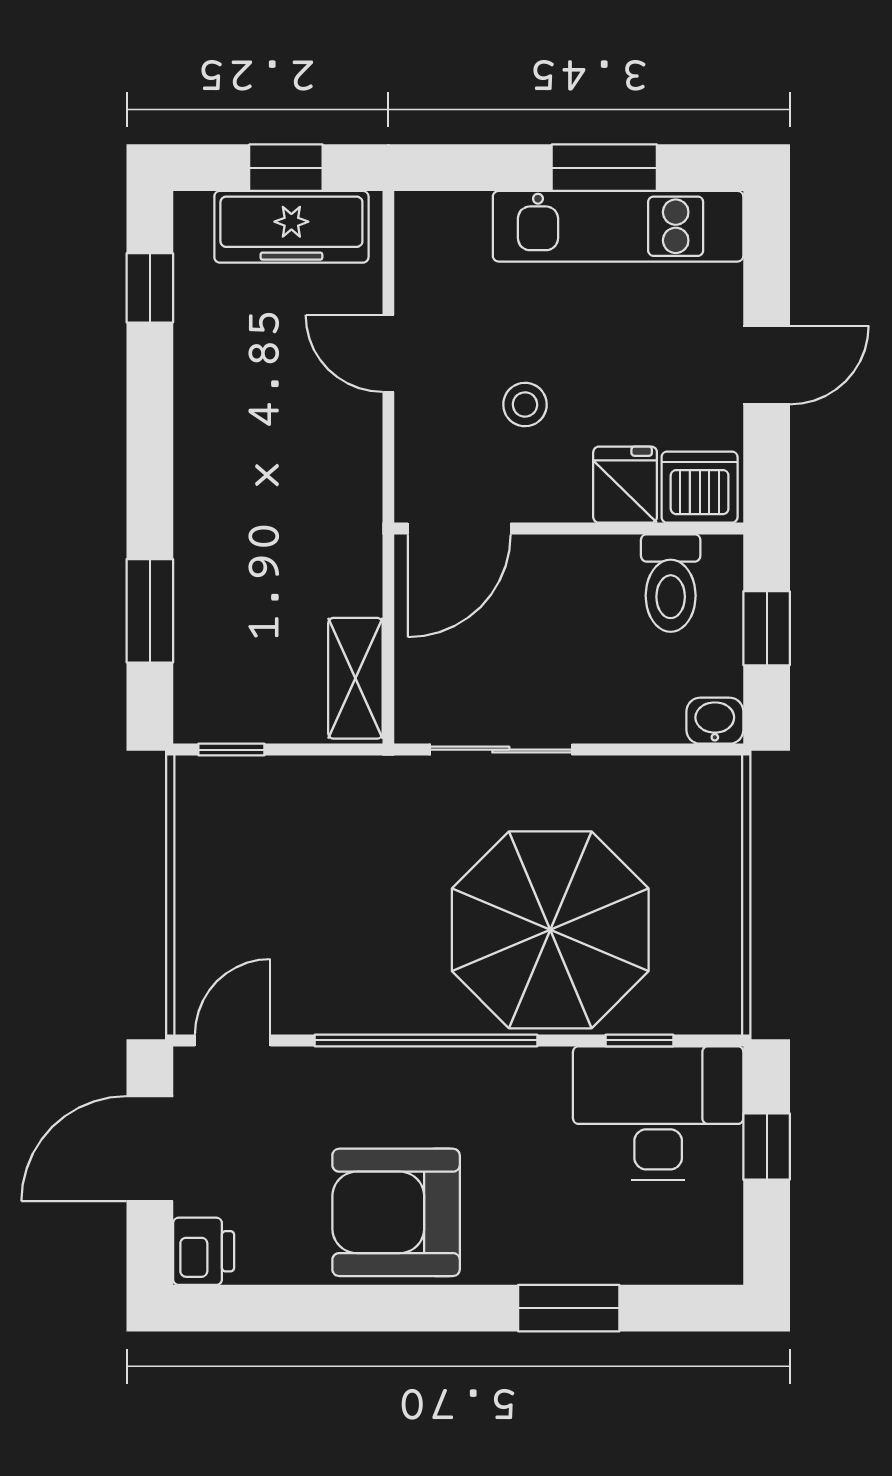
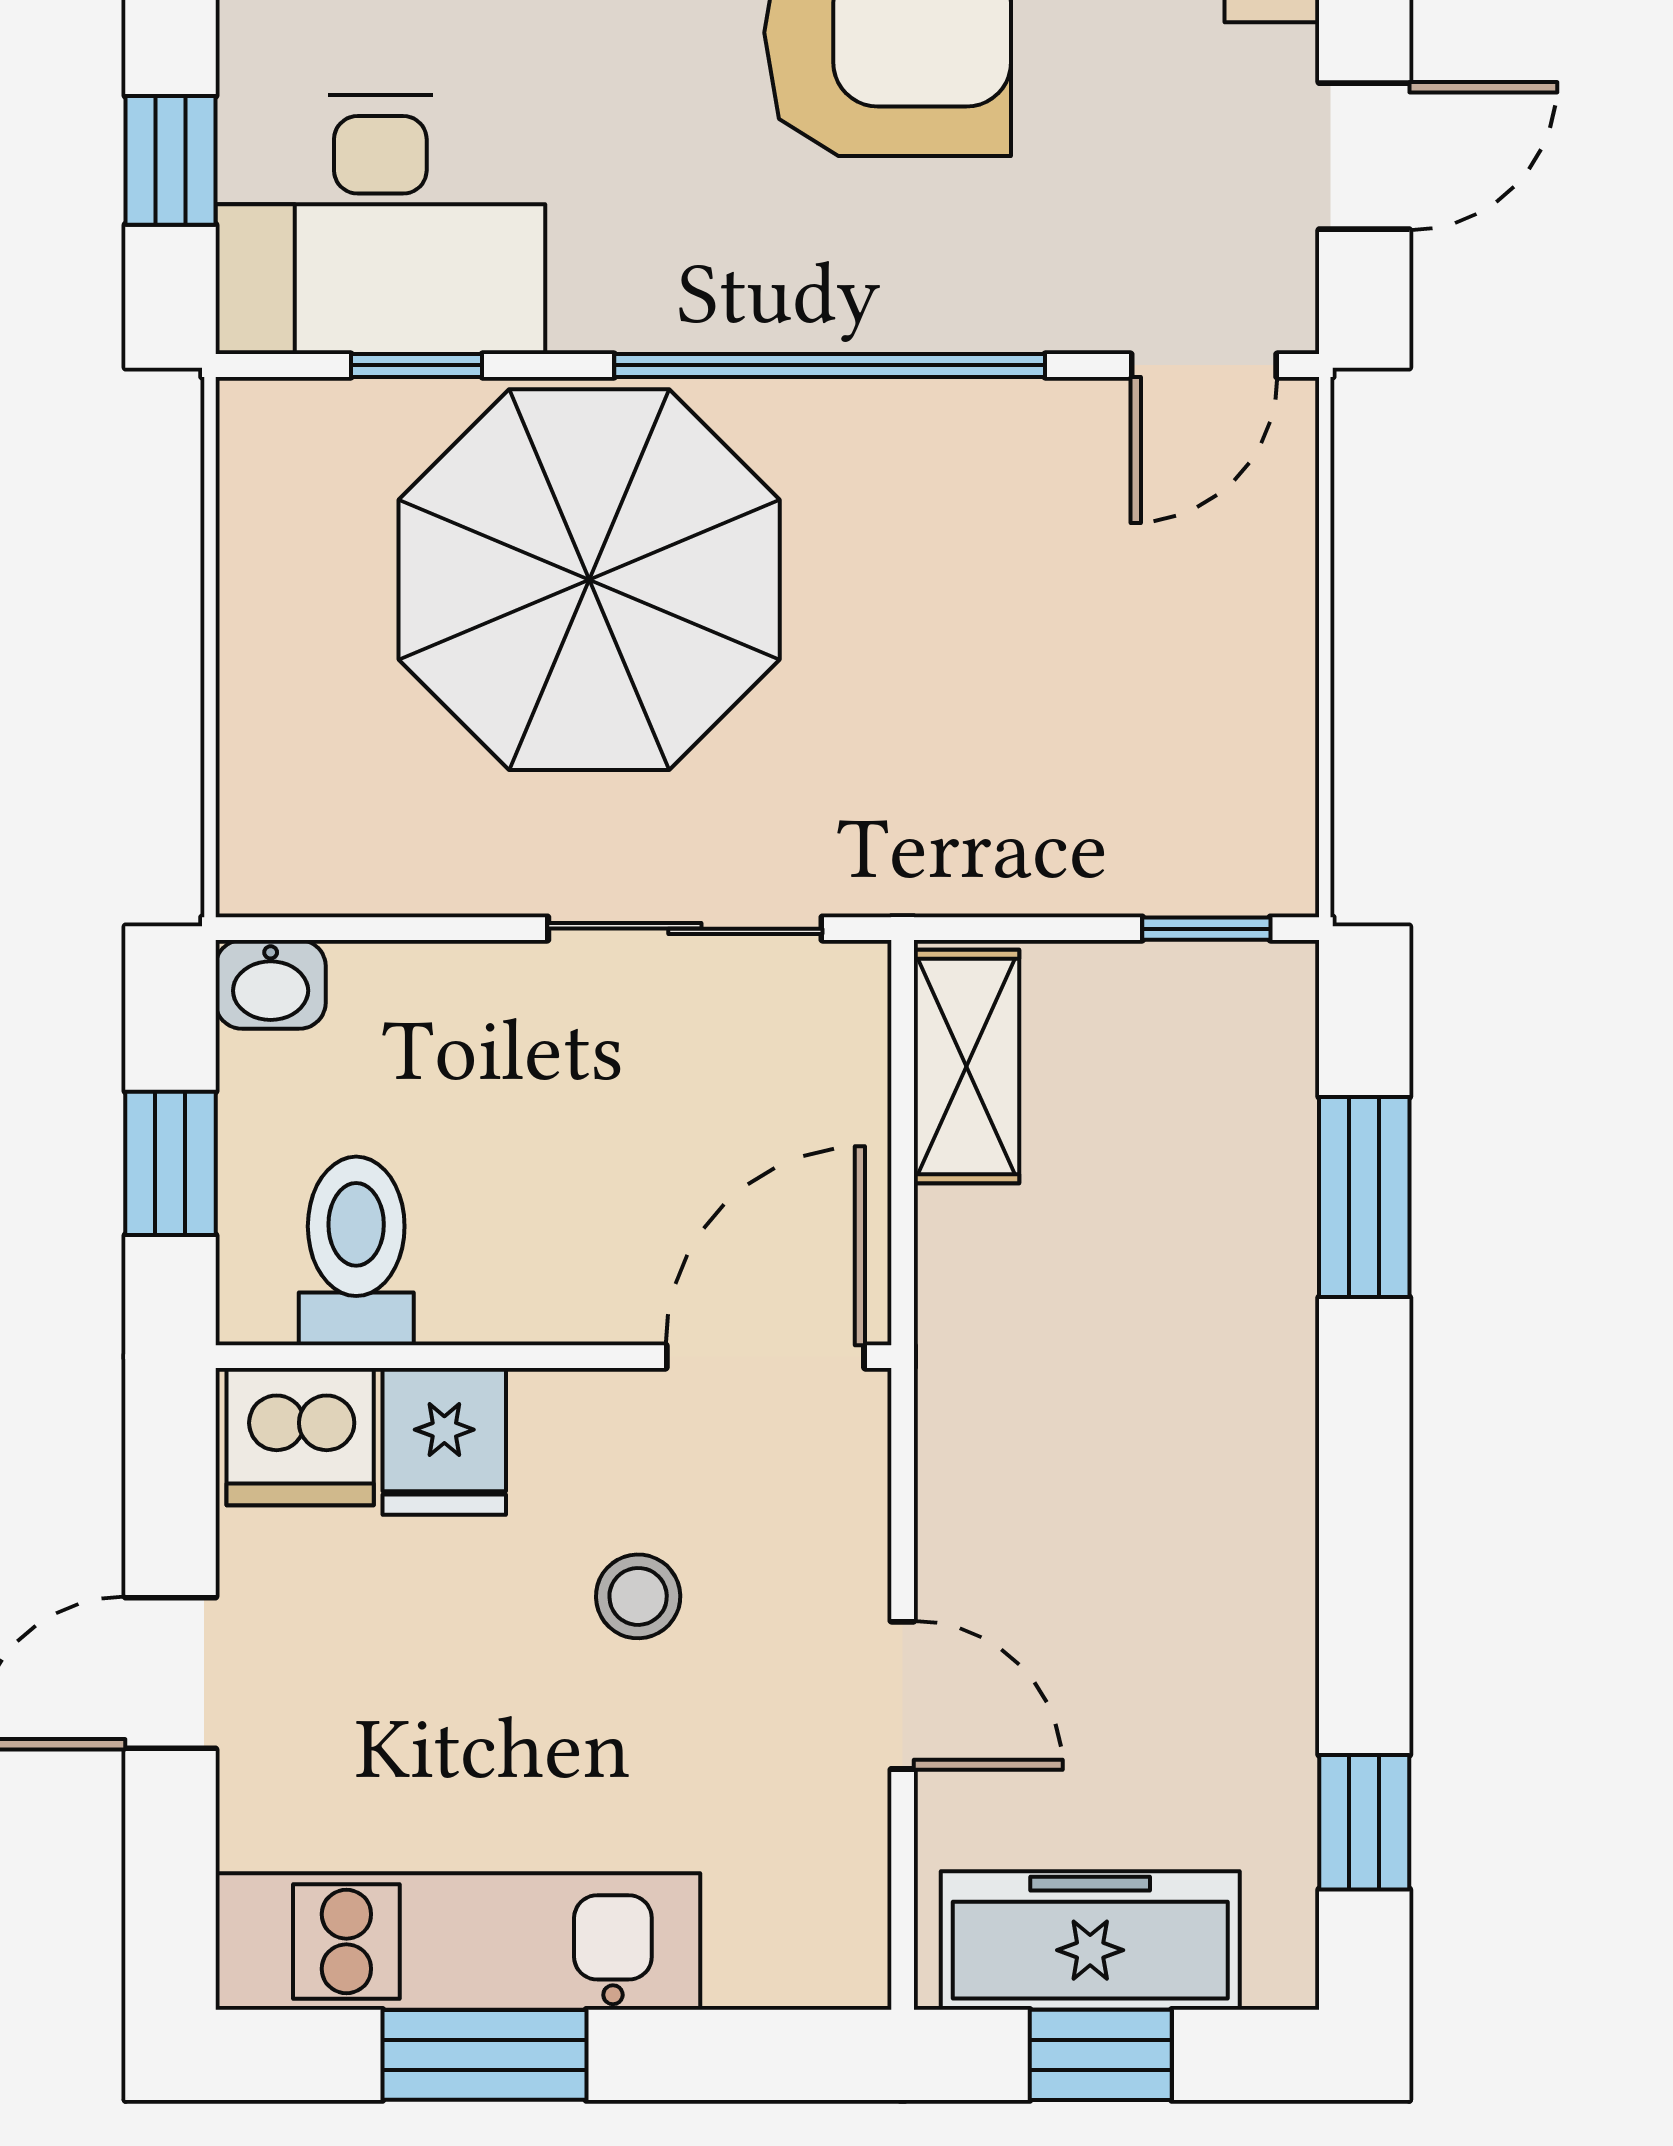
door: (150, 1149) -> (1364, 156), width x0.73

